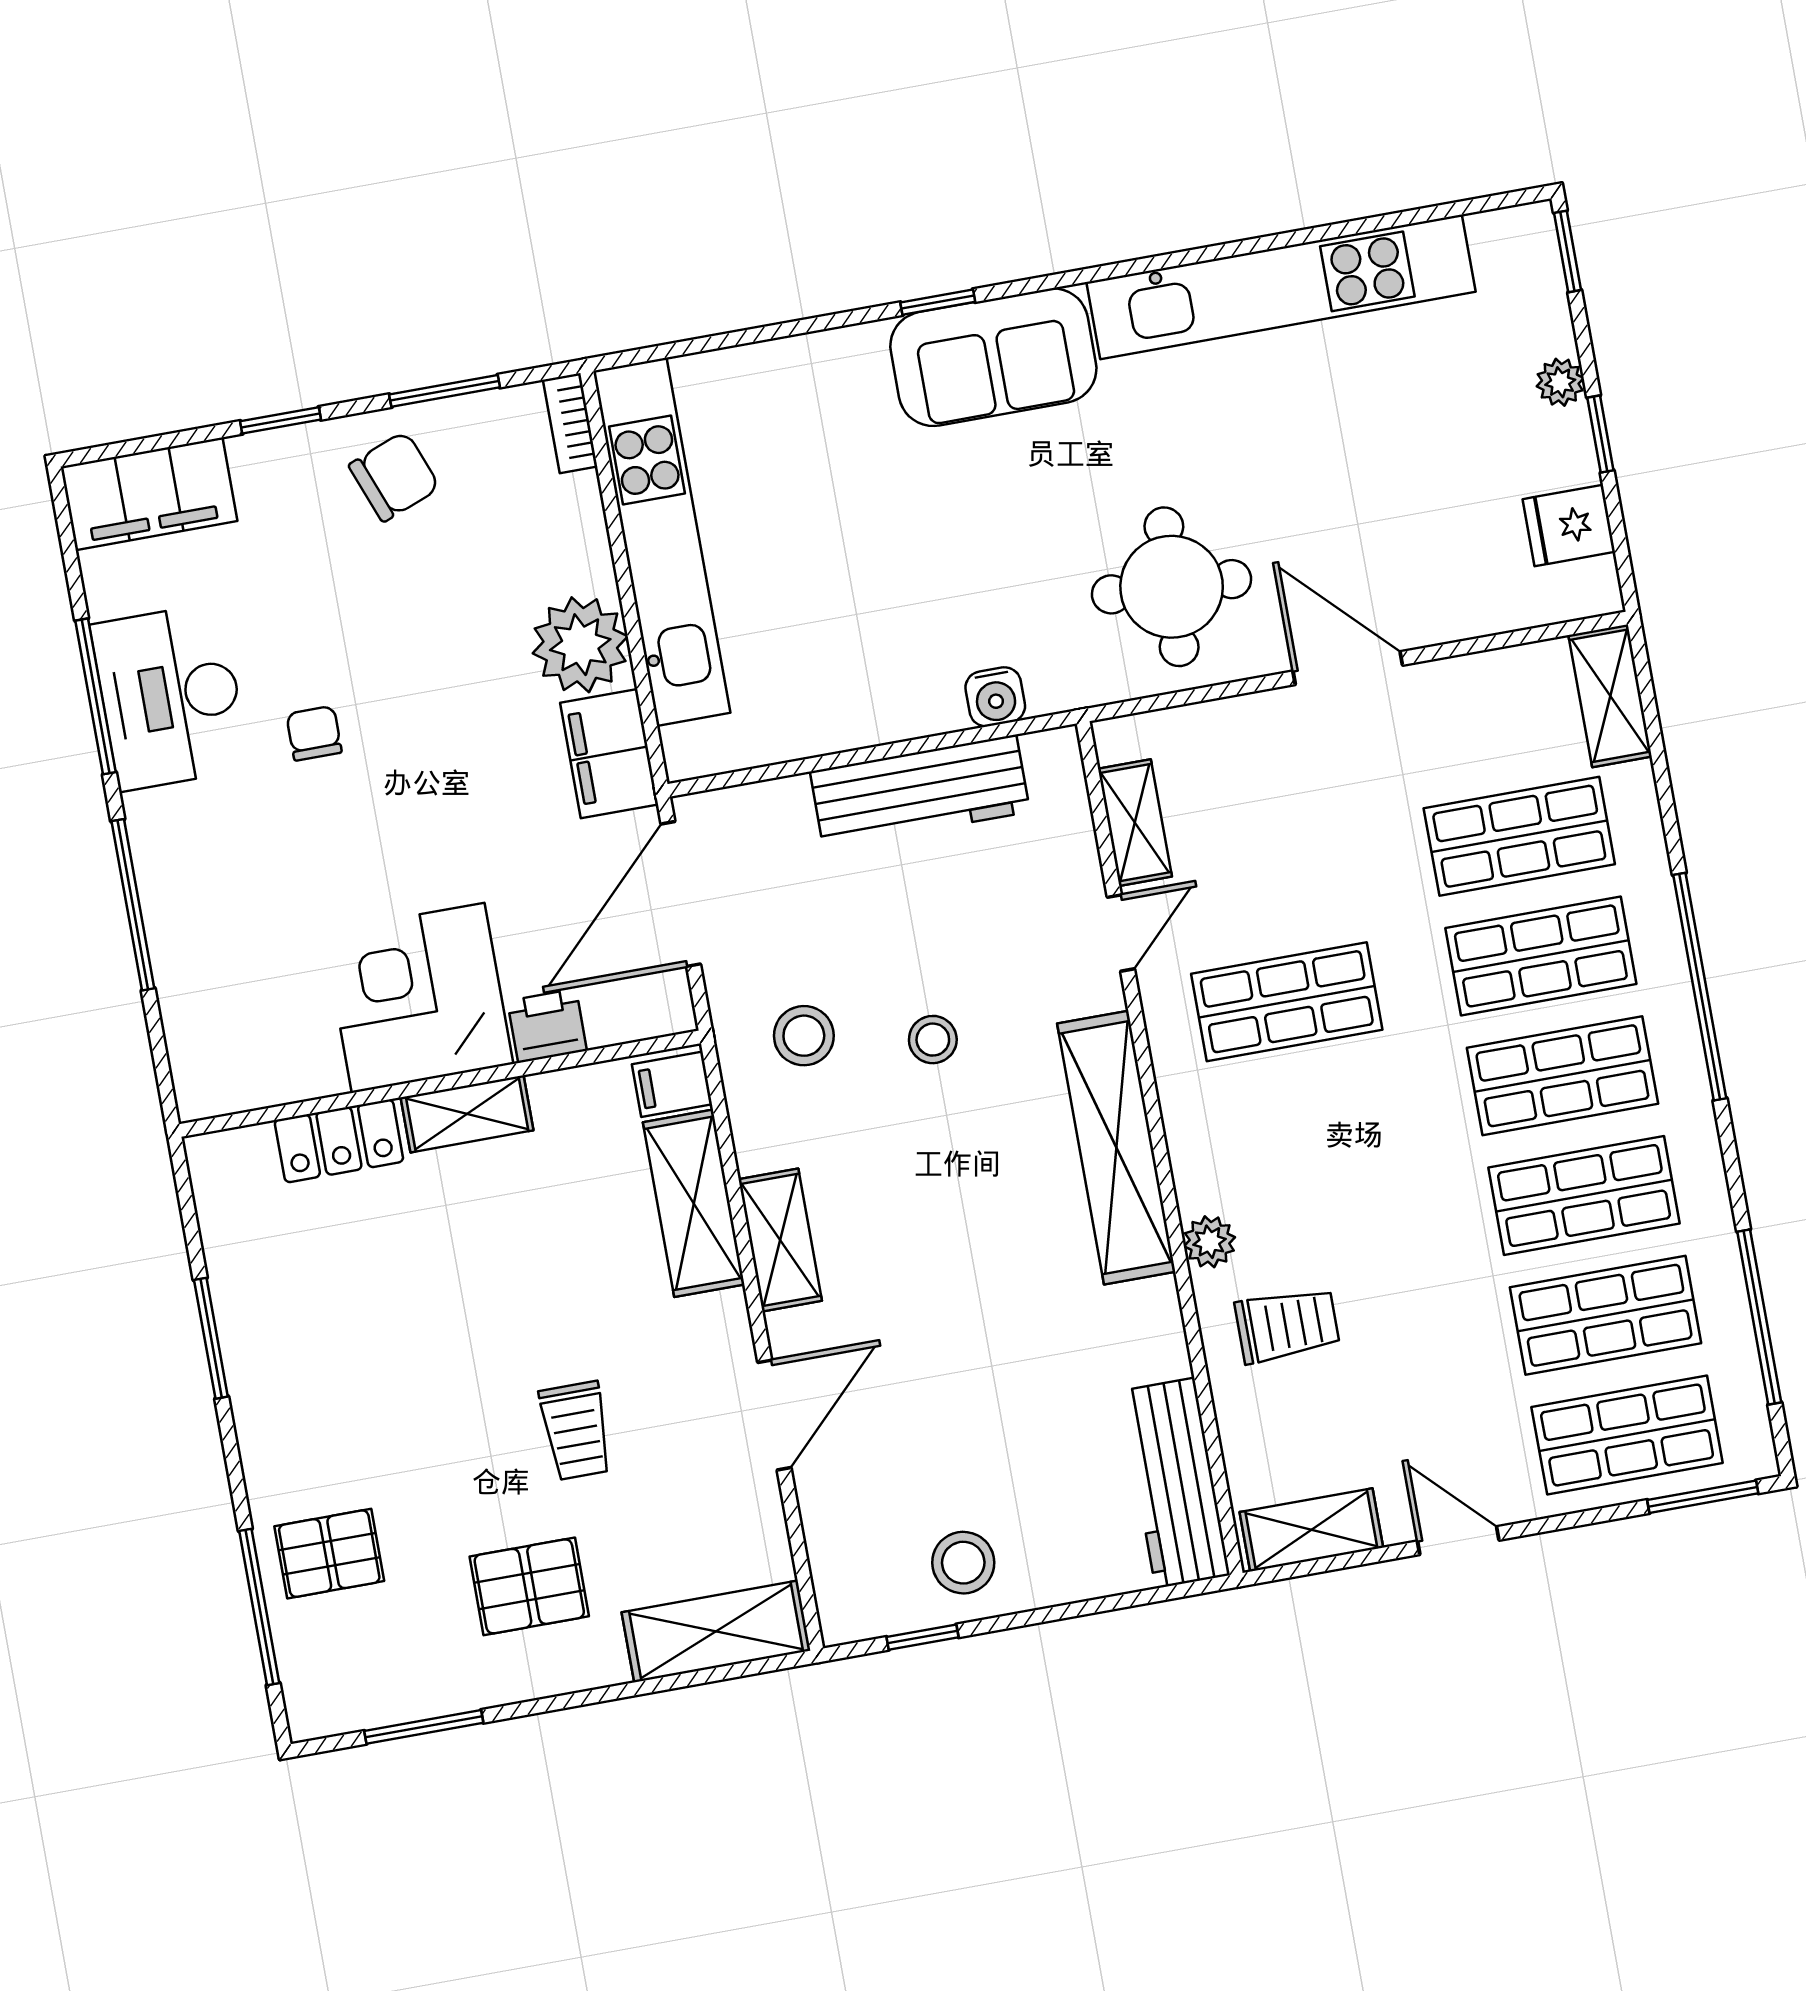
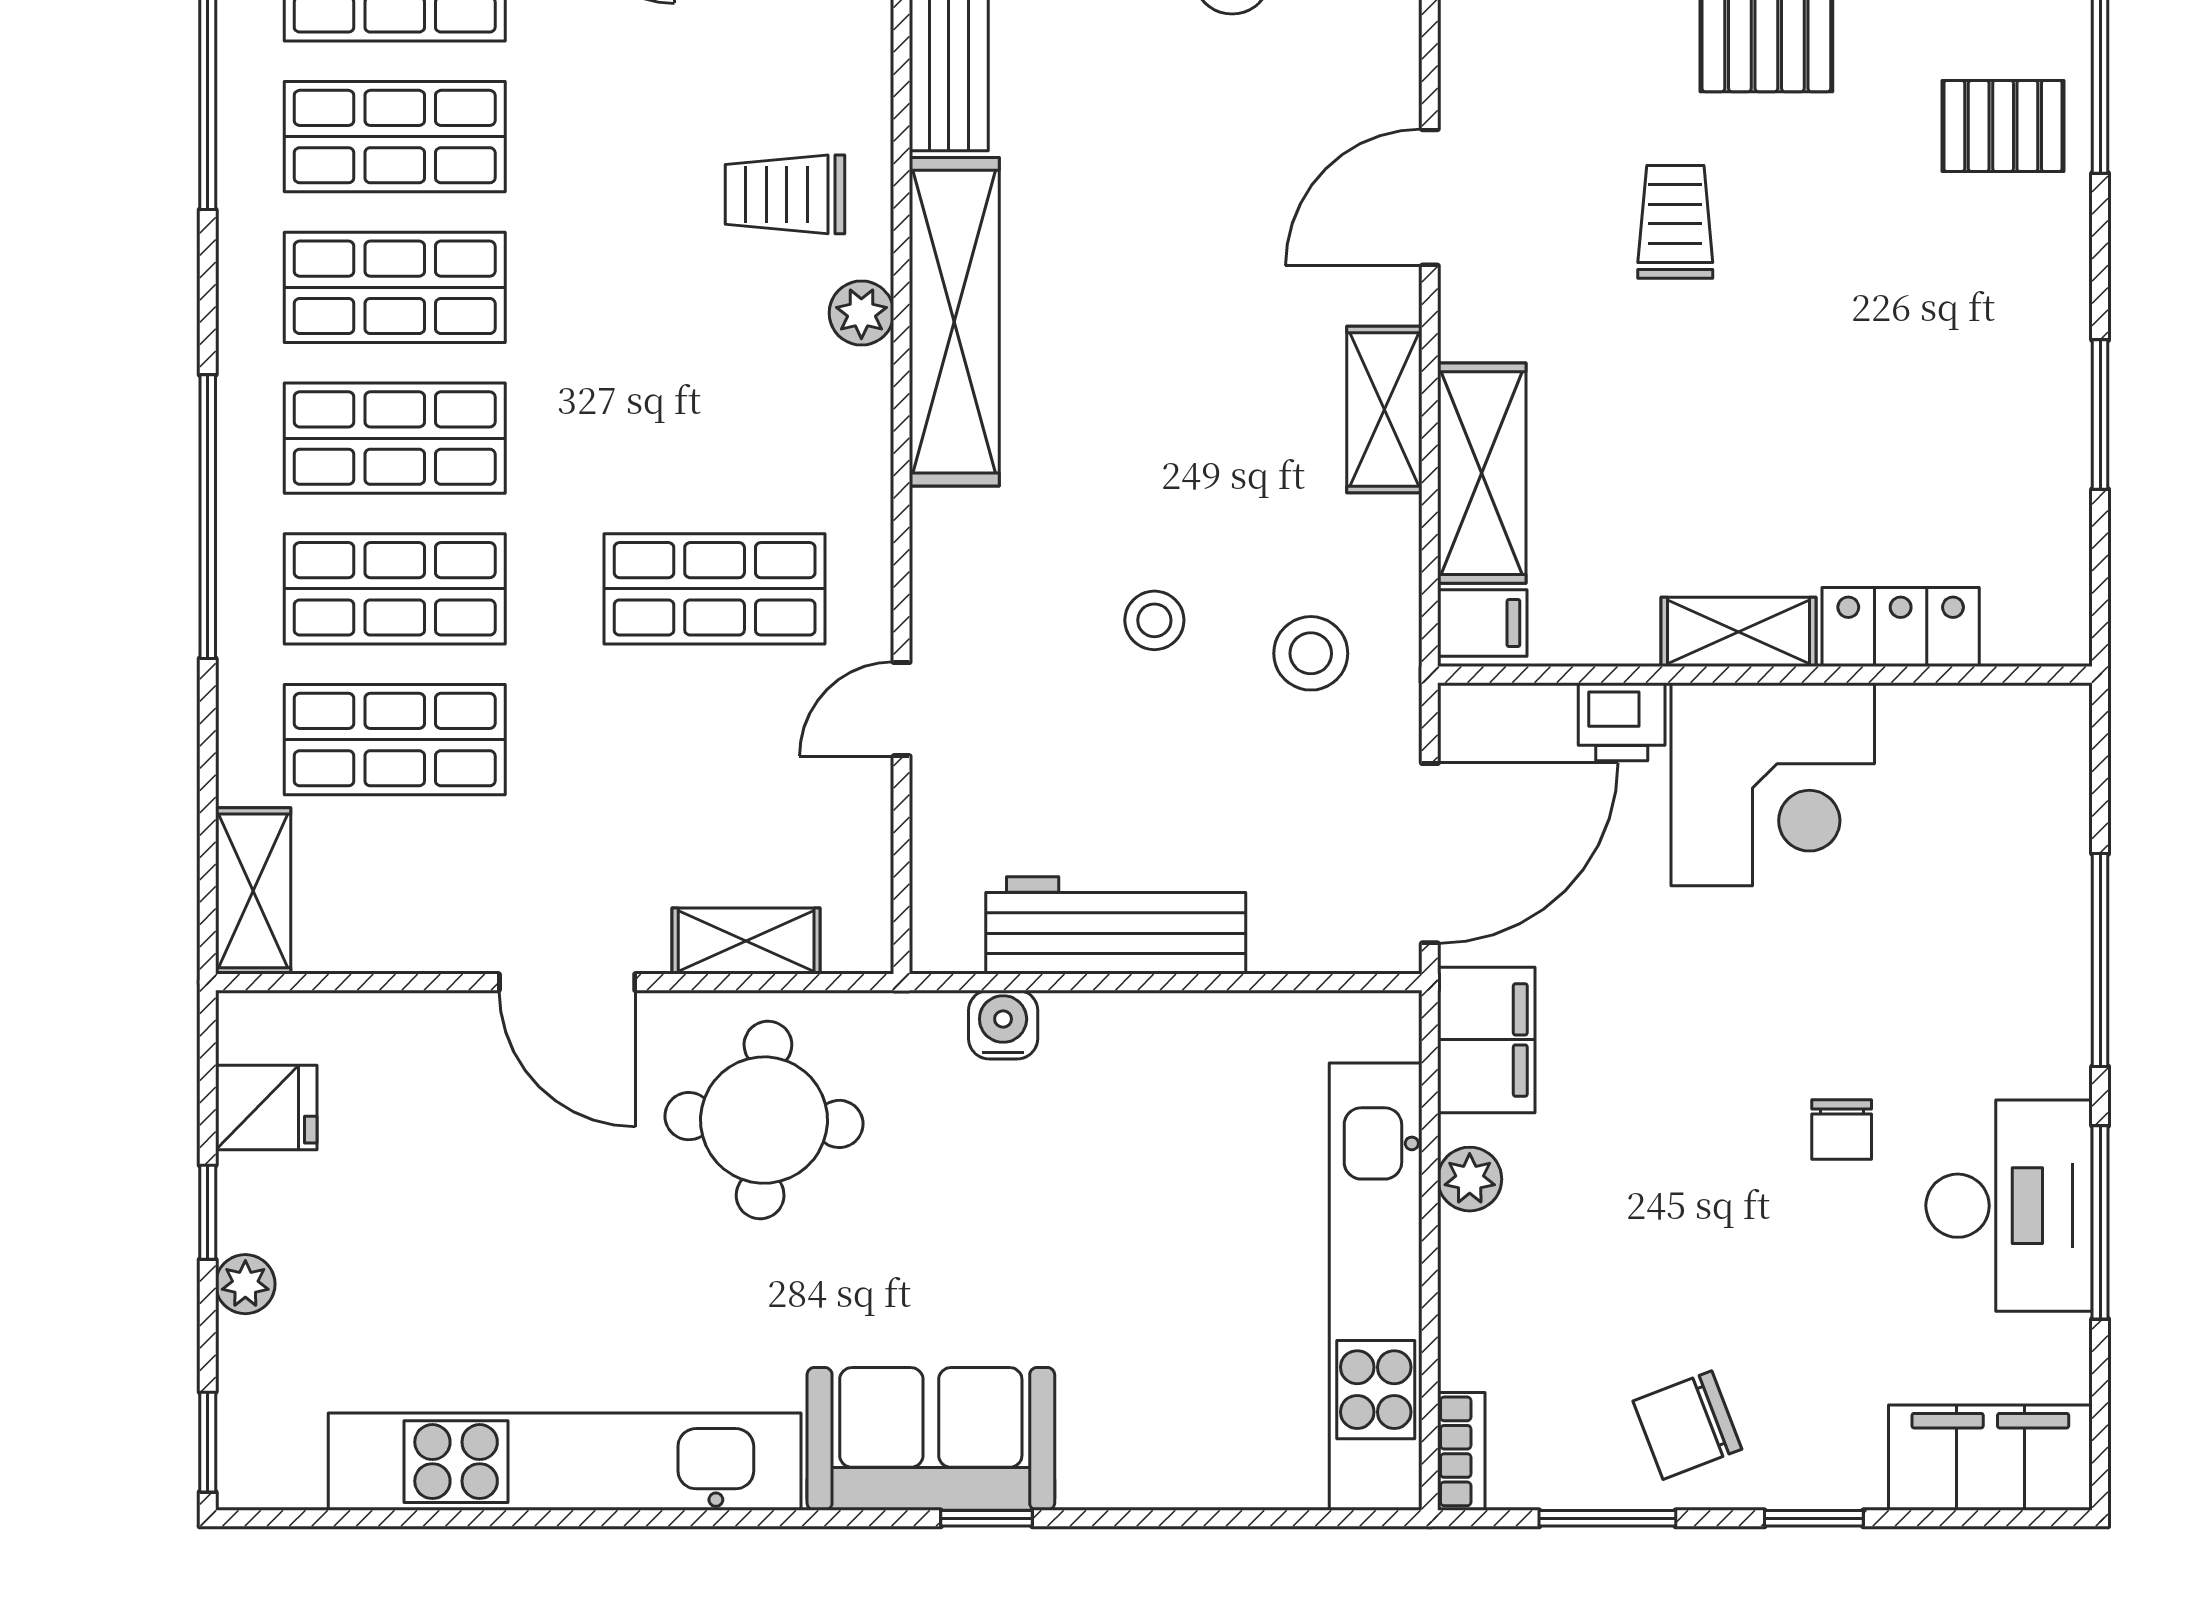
plant: (580, 645) -> (1470, 1179), width x0.53, depth x0.53
shelving: (1135, 823) -> (746, 941), moved, turned 90
shelving: (1116, 1148) -> (954, 322), moved

